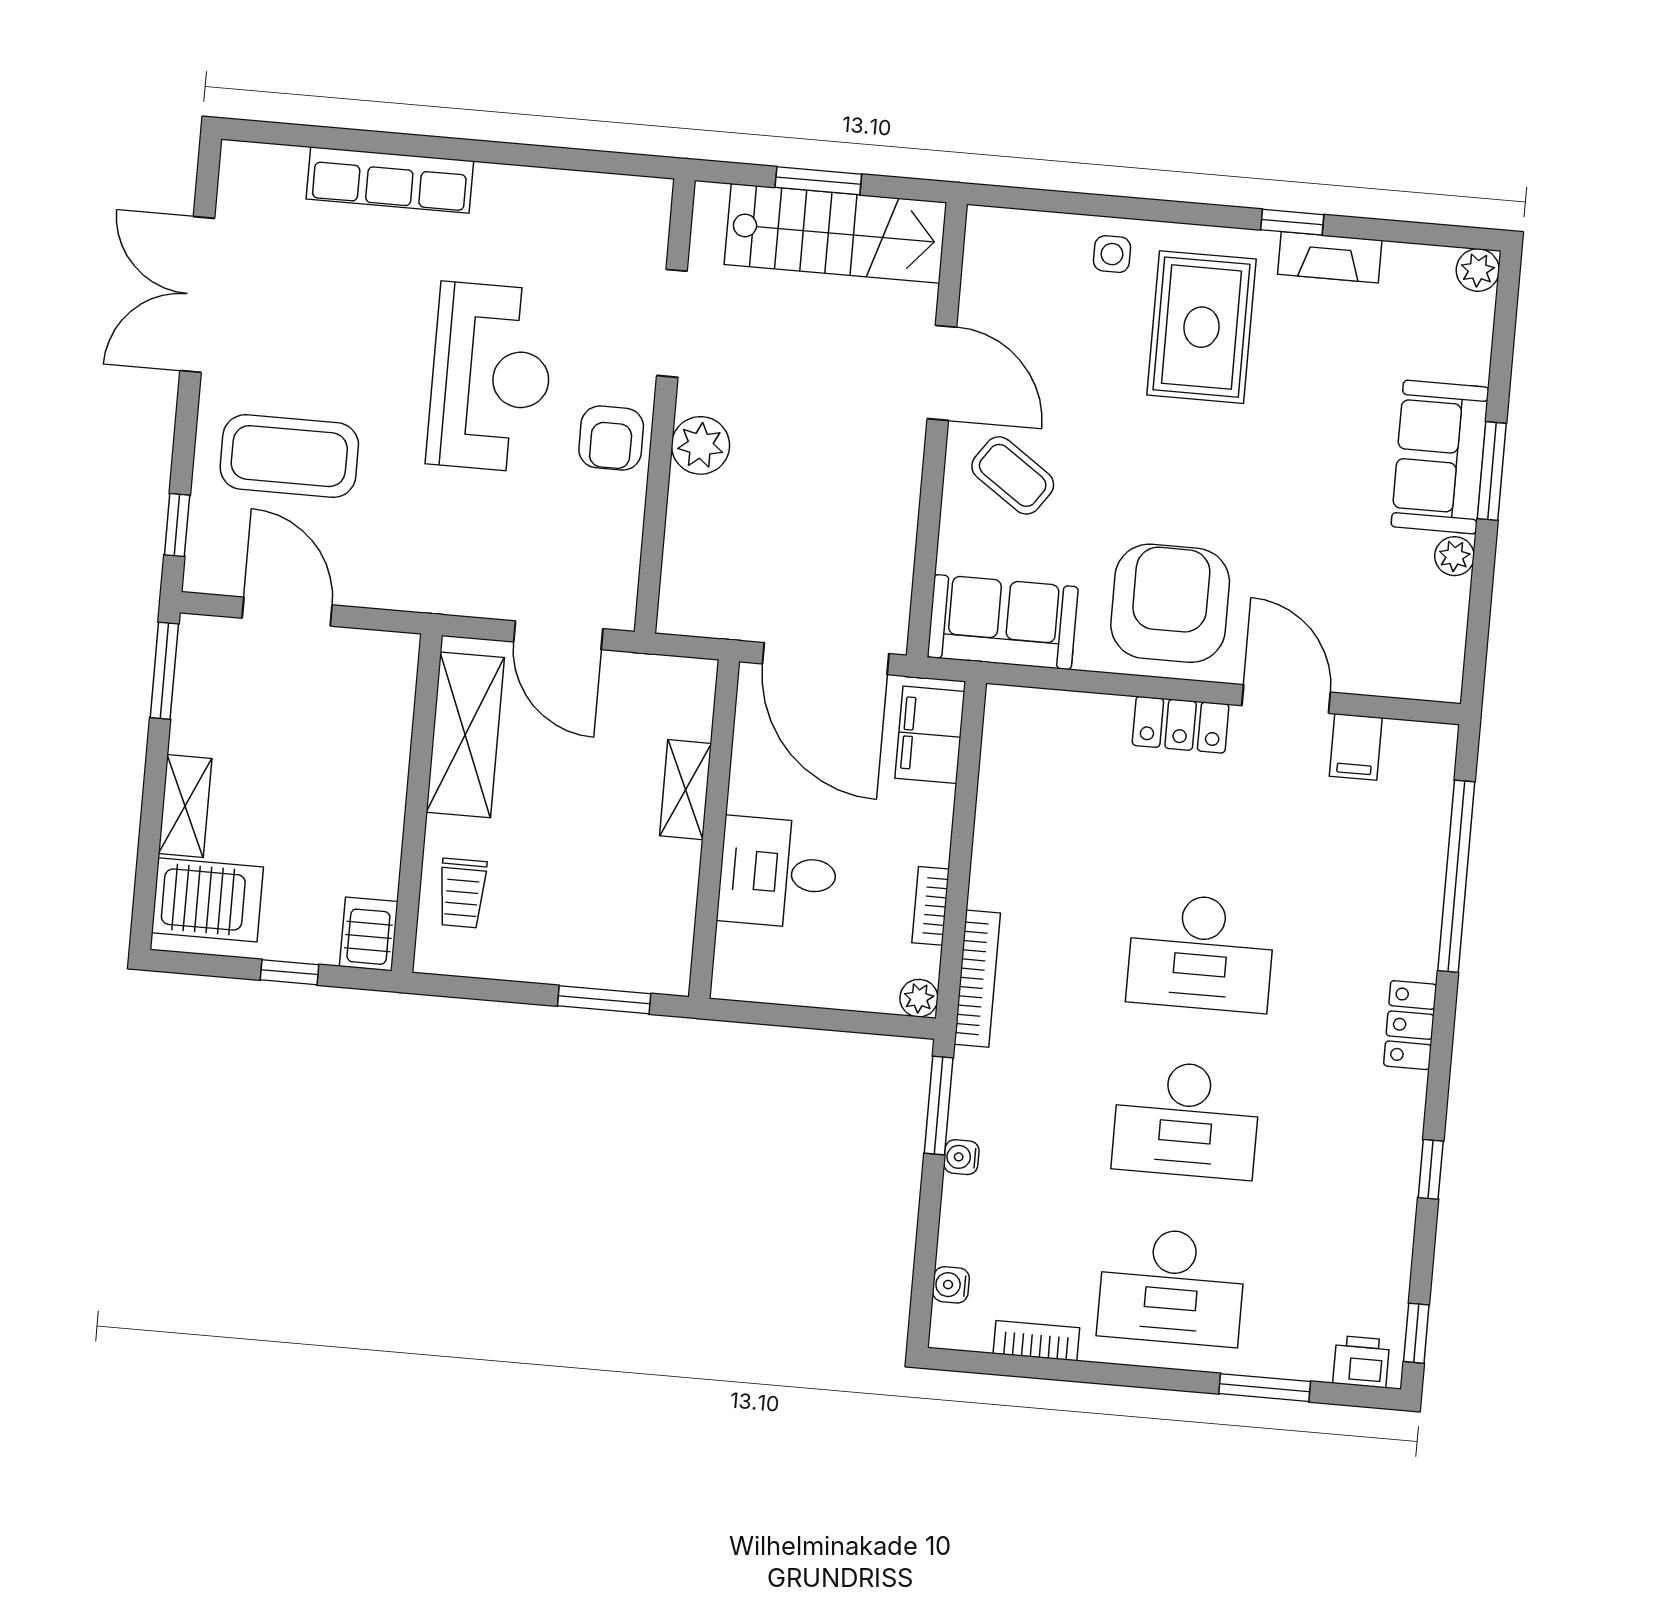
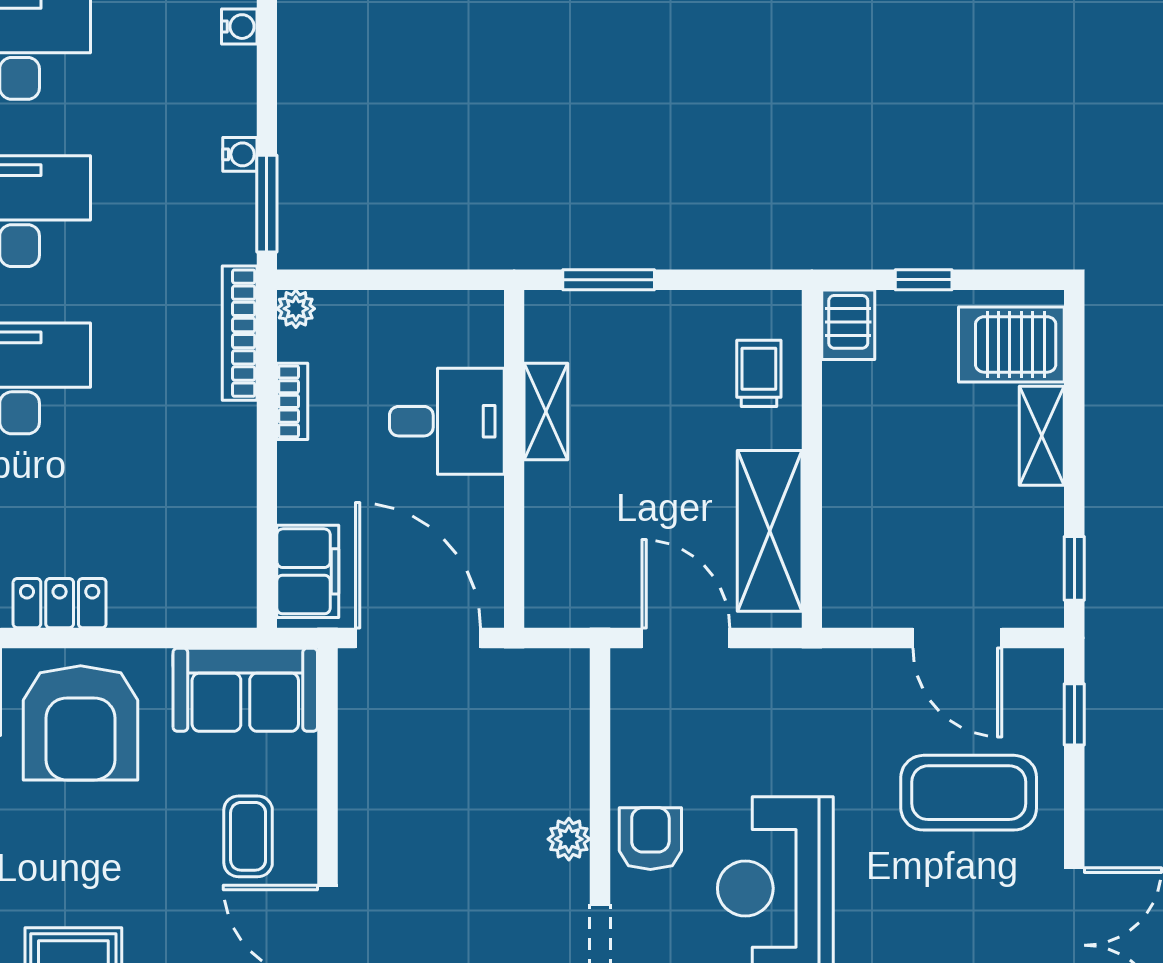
plant: (701, 445) -> (569, 839), width x0.73, depth x0.73
coffee table: (1013, 475) -> (248, 836), turned 55
window: (164, 671) -> (1074, 568), width x0.67
shelving: (685, 790) -> (546, 412), moved

